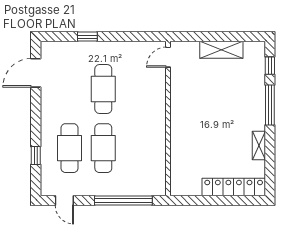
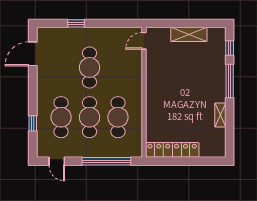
cafe table: (137, 148) -> (118, 117), added
locker: (234, 187) -> (172, 150), moved

